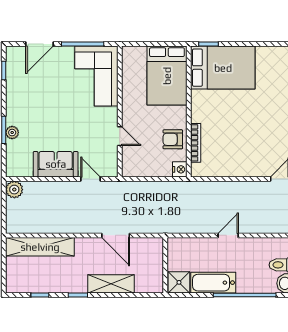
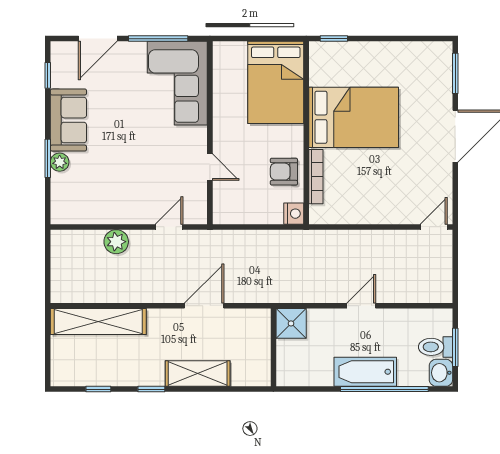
bed: (223, 68) -> (354, 117), moved
sofa: (56, 164) -> (68, 120), moved, turned 90
door: (91, 179) -> (169, 227), hinge flipped
plant: (14, 190) -> (116, 242), moved
door: (116, 235) -> (204, 306), swing flipped
shower: (179, 282) -> (291, 323), moved
bathtub: (213, 283) -> (365, 372), moved

